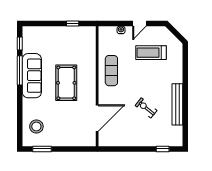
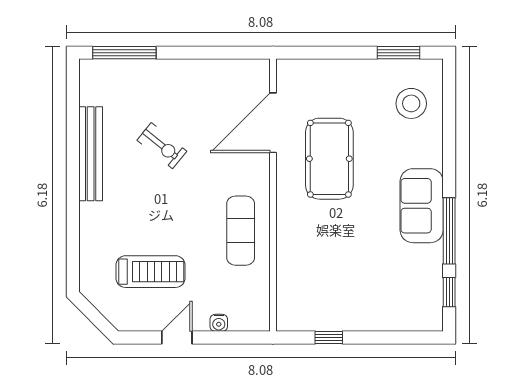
sofa: (32, 76) -> (422, 206), width x0.73
pool table: (66, 83) -> (329, 159), moved
window: (163, 149) -> (124, 53), width x2.17

